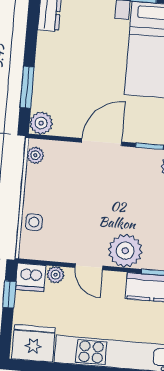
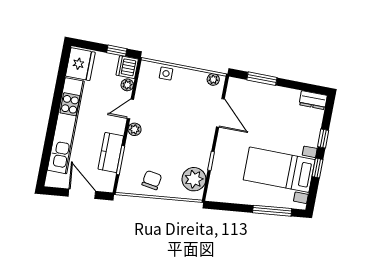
plant: (41, 123) -> (235, 86), removed
door: (102, 142) -> (220, 113), moved
plant: (125, 251) -> (135, 129), width x0.53, depth x0.53

